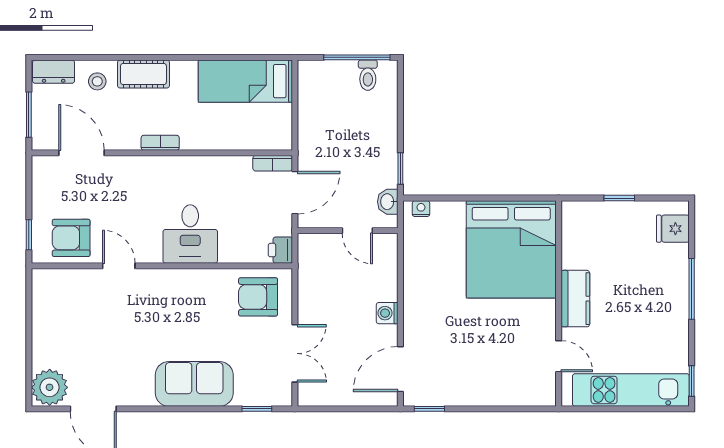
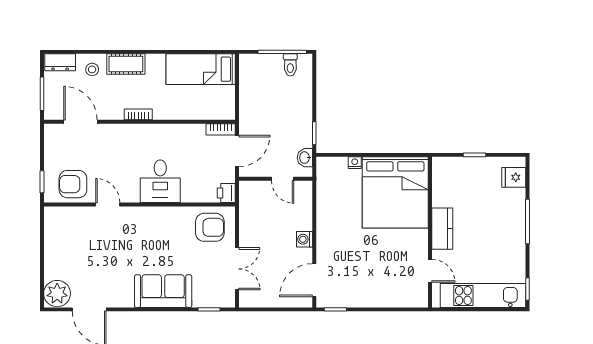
nightstand: (421, 209) -> (355, 163), moved
armchair: (258, 297) -> (210, 227), turned 180

